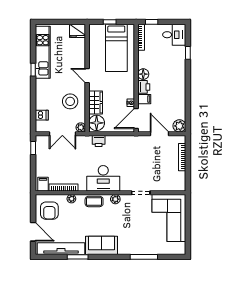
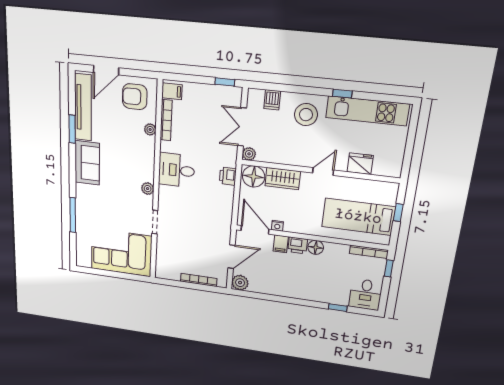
fridge: (78, 31) -> (360, 164), moved, turned 90
stool: (70, 101) -> (306, 115), moved
desk: (103, 178) -> (177, 170), width x0.73
coffee table: (94, 201) -> (145, 160), removed

